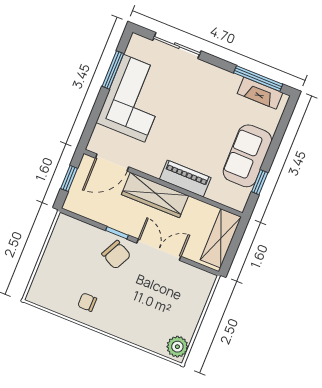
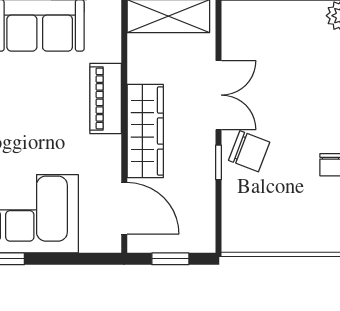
double door: (159, 250) -> (218, 95), swing flipped
chair: (116, 255) -> (249, 151), turned 84

